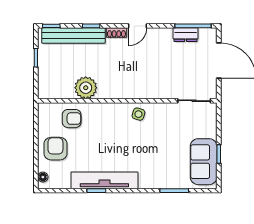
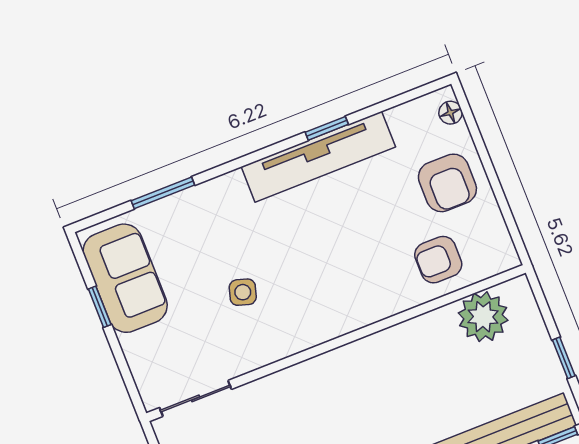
plant: (86, 88) -> (483, 317), moved
side table: (138, 114) -> (243, 292), moved

